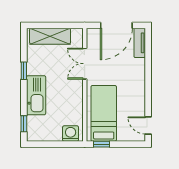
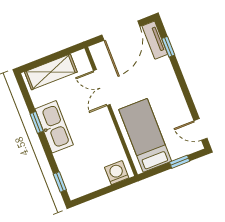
window: (148, 52) -> (168, 47), added
kitchen sink: (36, 95) -> (54, 127), moved
window: (102, 144) -> (180, 162), moved

